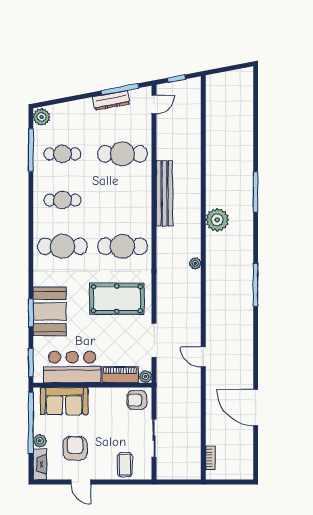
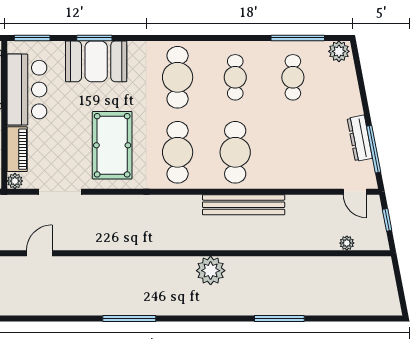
cafe table: (122, 154) -> (235, 152), moved
window: (256, 192) -> (279, 318), moved
plant: (195, 263) -> (347, 243), moved

